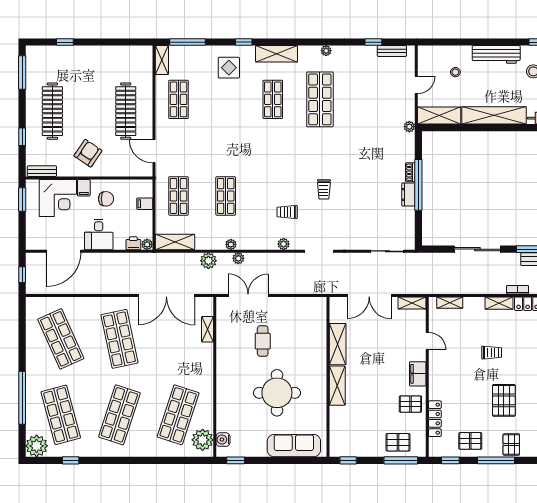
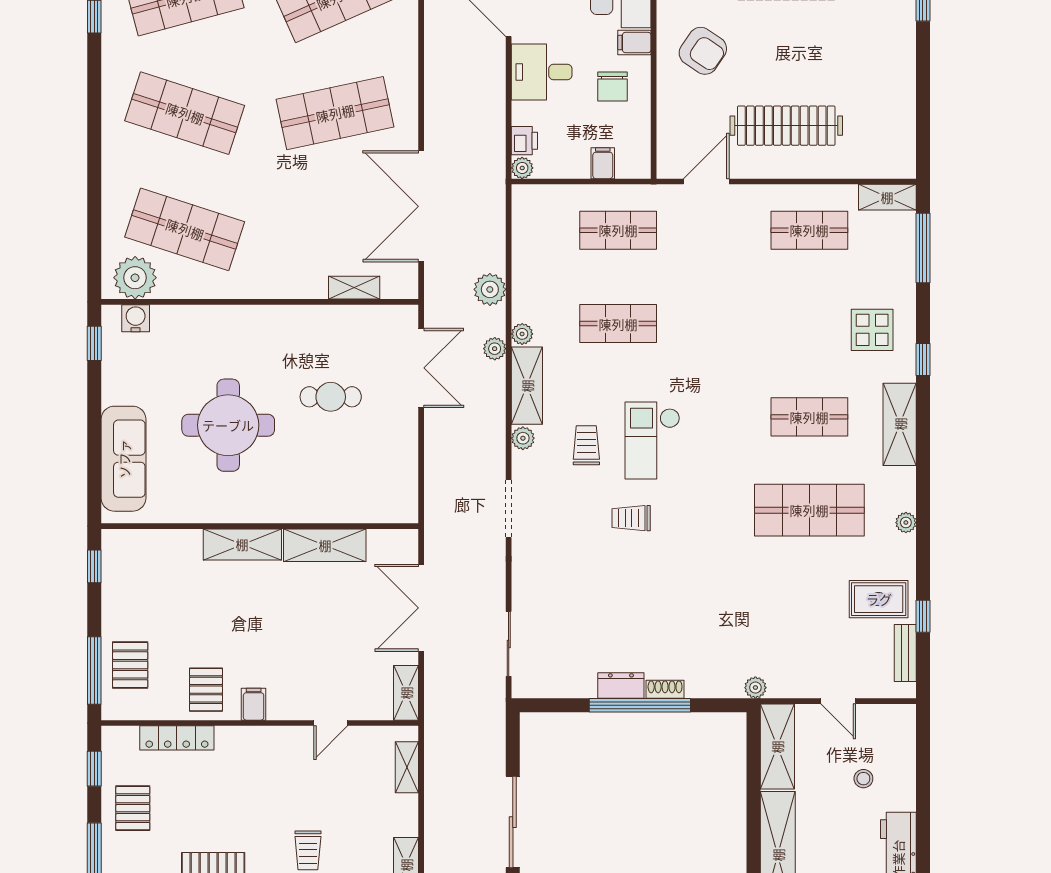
rug: (365, 64) -> (879, 599), added
checkout: (285, 179) -> (652, 441), added
shelving: (175, 242) -> (527, 386), moved
filing cabinet: (418, 374) -> (254, 704), width x0.50

